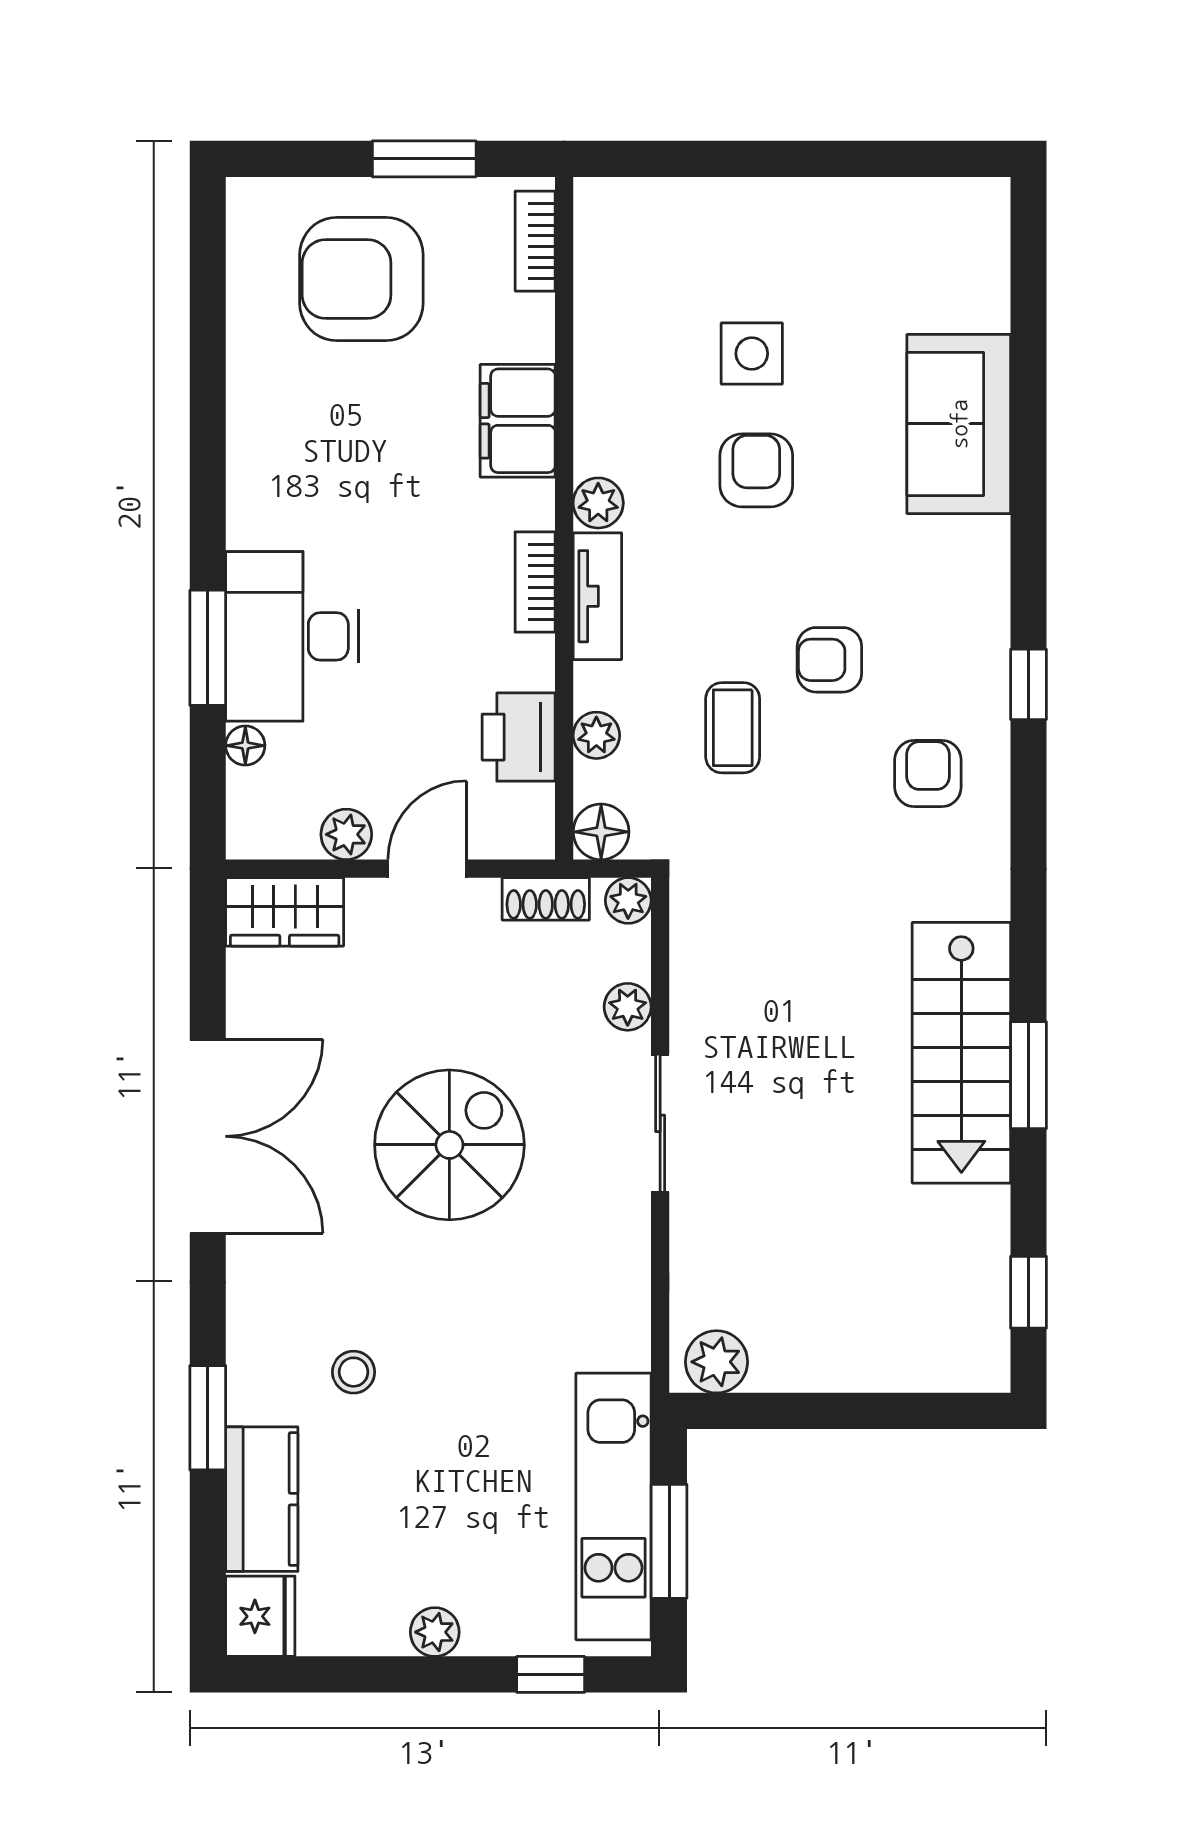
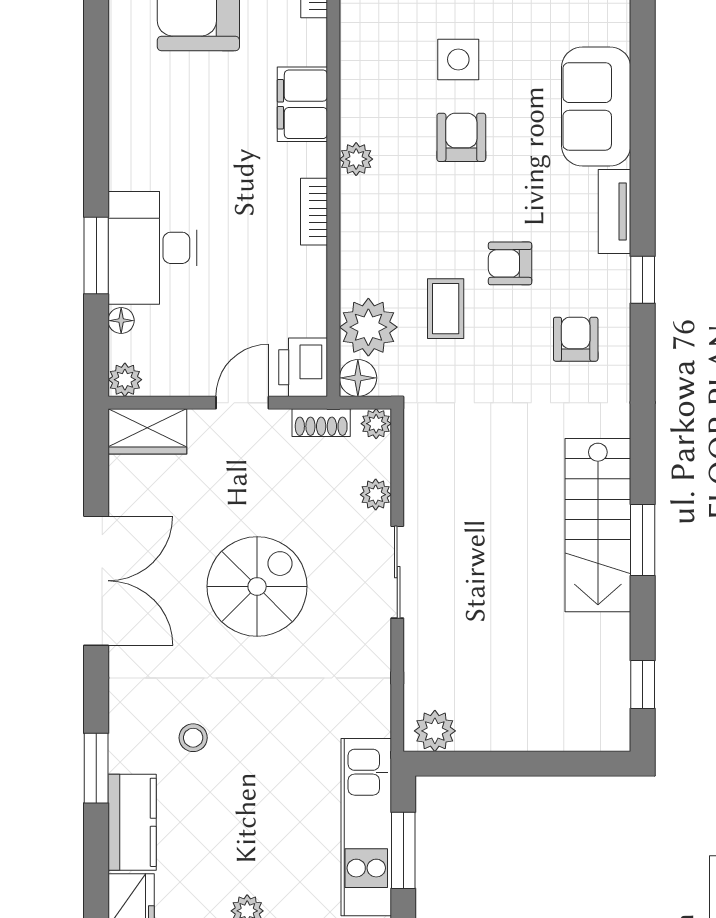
tv unit: (597, 596) -> (615, 211), moved, turned 180
plant: (596, 735) -> (368, 327), width x1.87, depth x1.87
printer: (519, 737) -> (303, 367), moved
plant: (346, 834) -> (125, 380), moved

